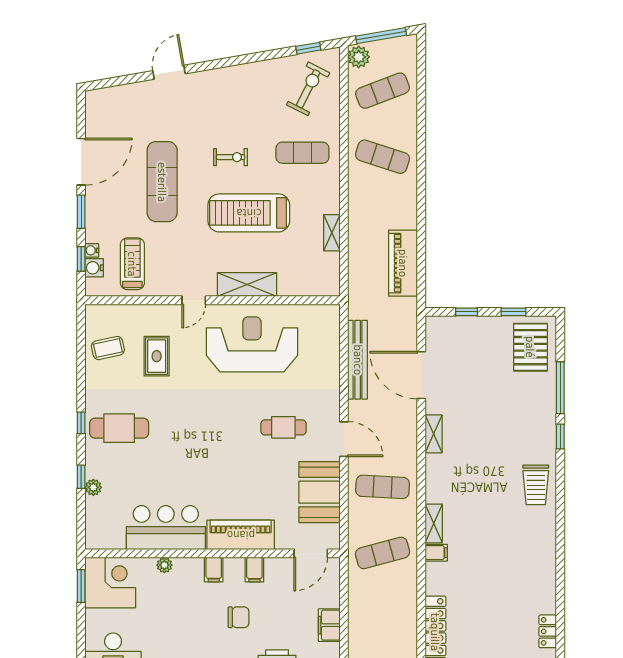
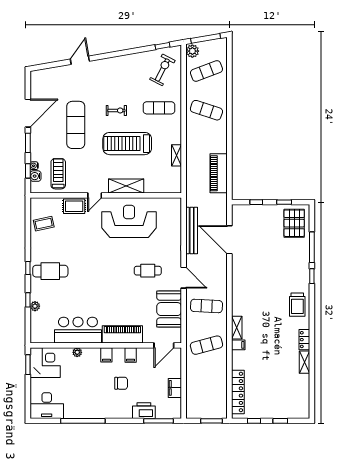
rug: (157, 356) -> (74, 206), moved, turned 90
shelving: (434, 434) -> (304, 362), moved
locker: (548, 631) -> (304, 340), moved

